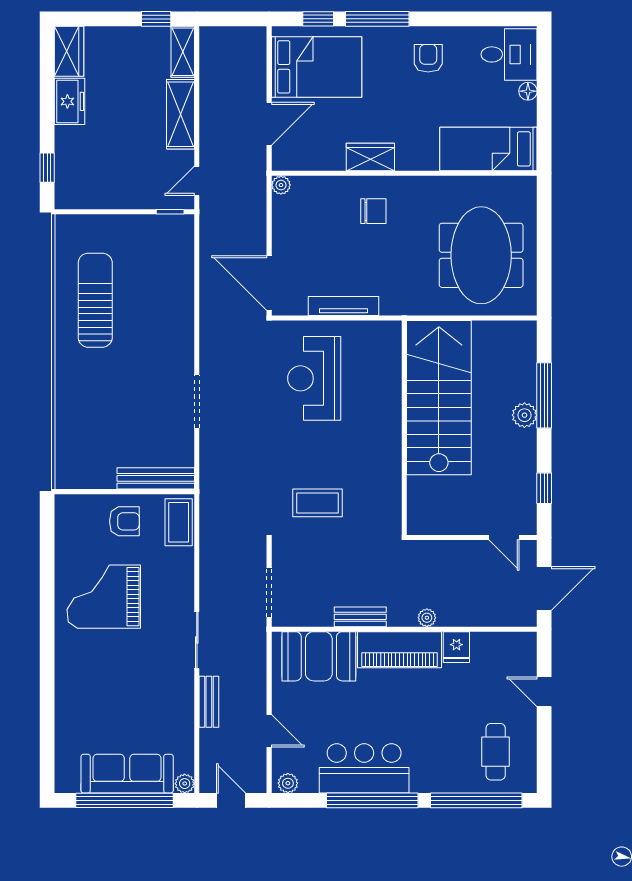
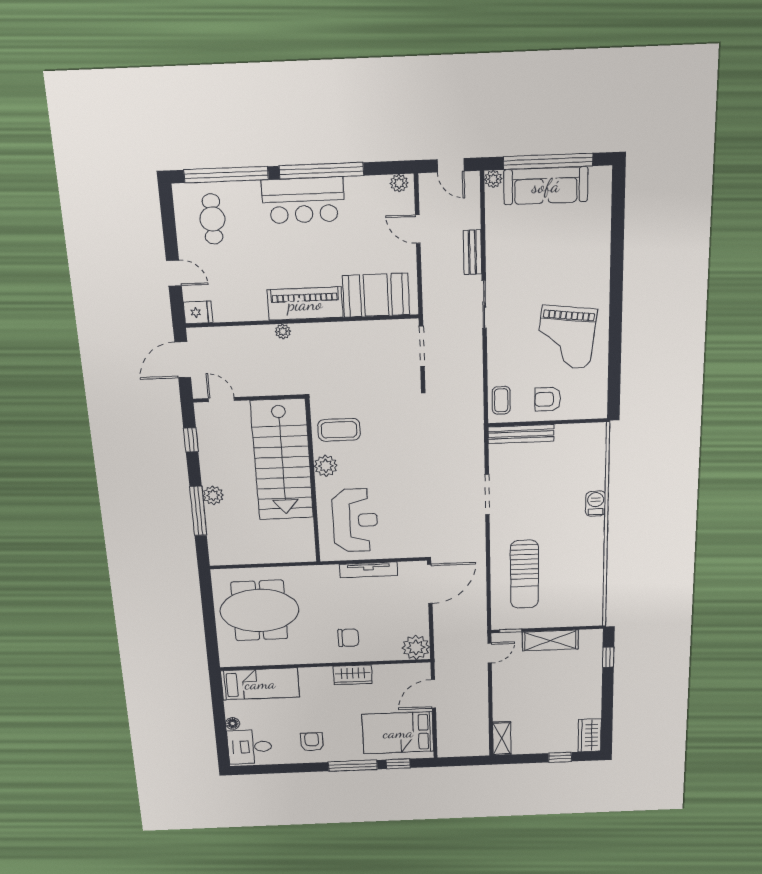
window: (156, 19) -> (560, 757), moved
armchair: (428, 58) -> (312, 742), turned 180
freezer: (70, 101) -> (590, 702), removed
shelving: (180, 114) -> (550, 640), moved, turned 90
plant: (281, 185) -> (416, 647), width x1.88, depth x1.88
chair: (373, 211) -> (348, 638), turned 180
meeting table: (481, 255) -> (259, 610), turned 90
door: (269, 283) -> (430, 584), hinge flipped
sun lounger: (95, 300) -> (524, 574), moved
reception desk: (314, 378) -> (355, 520), moved
barbecue: (66, 383) -> (596, 504), added
stairs: (439, 398) -> (282, 460), moved
plant: (388, 448) -> (326, 466), added
coffee table: (317, 503) -> (339, 430), moved
coffee table: (179, 522) -> (501, 400), width x0.73, depth x0.77
grand piano: (104, 597) -> (566, 337), turned 97
bench: (360, 617) -> (341, 330), removed
fridge: (456, 647) -> (198, 312), moved, turned 90
bar counter: (364, 768) -> (303, 200), moved

